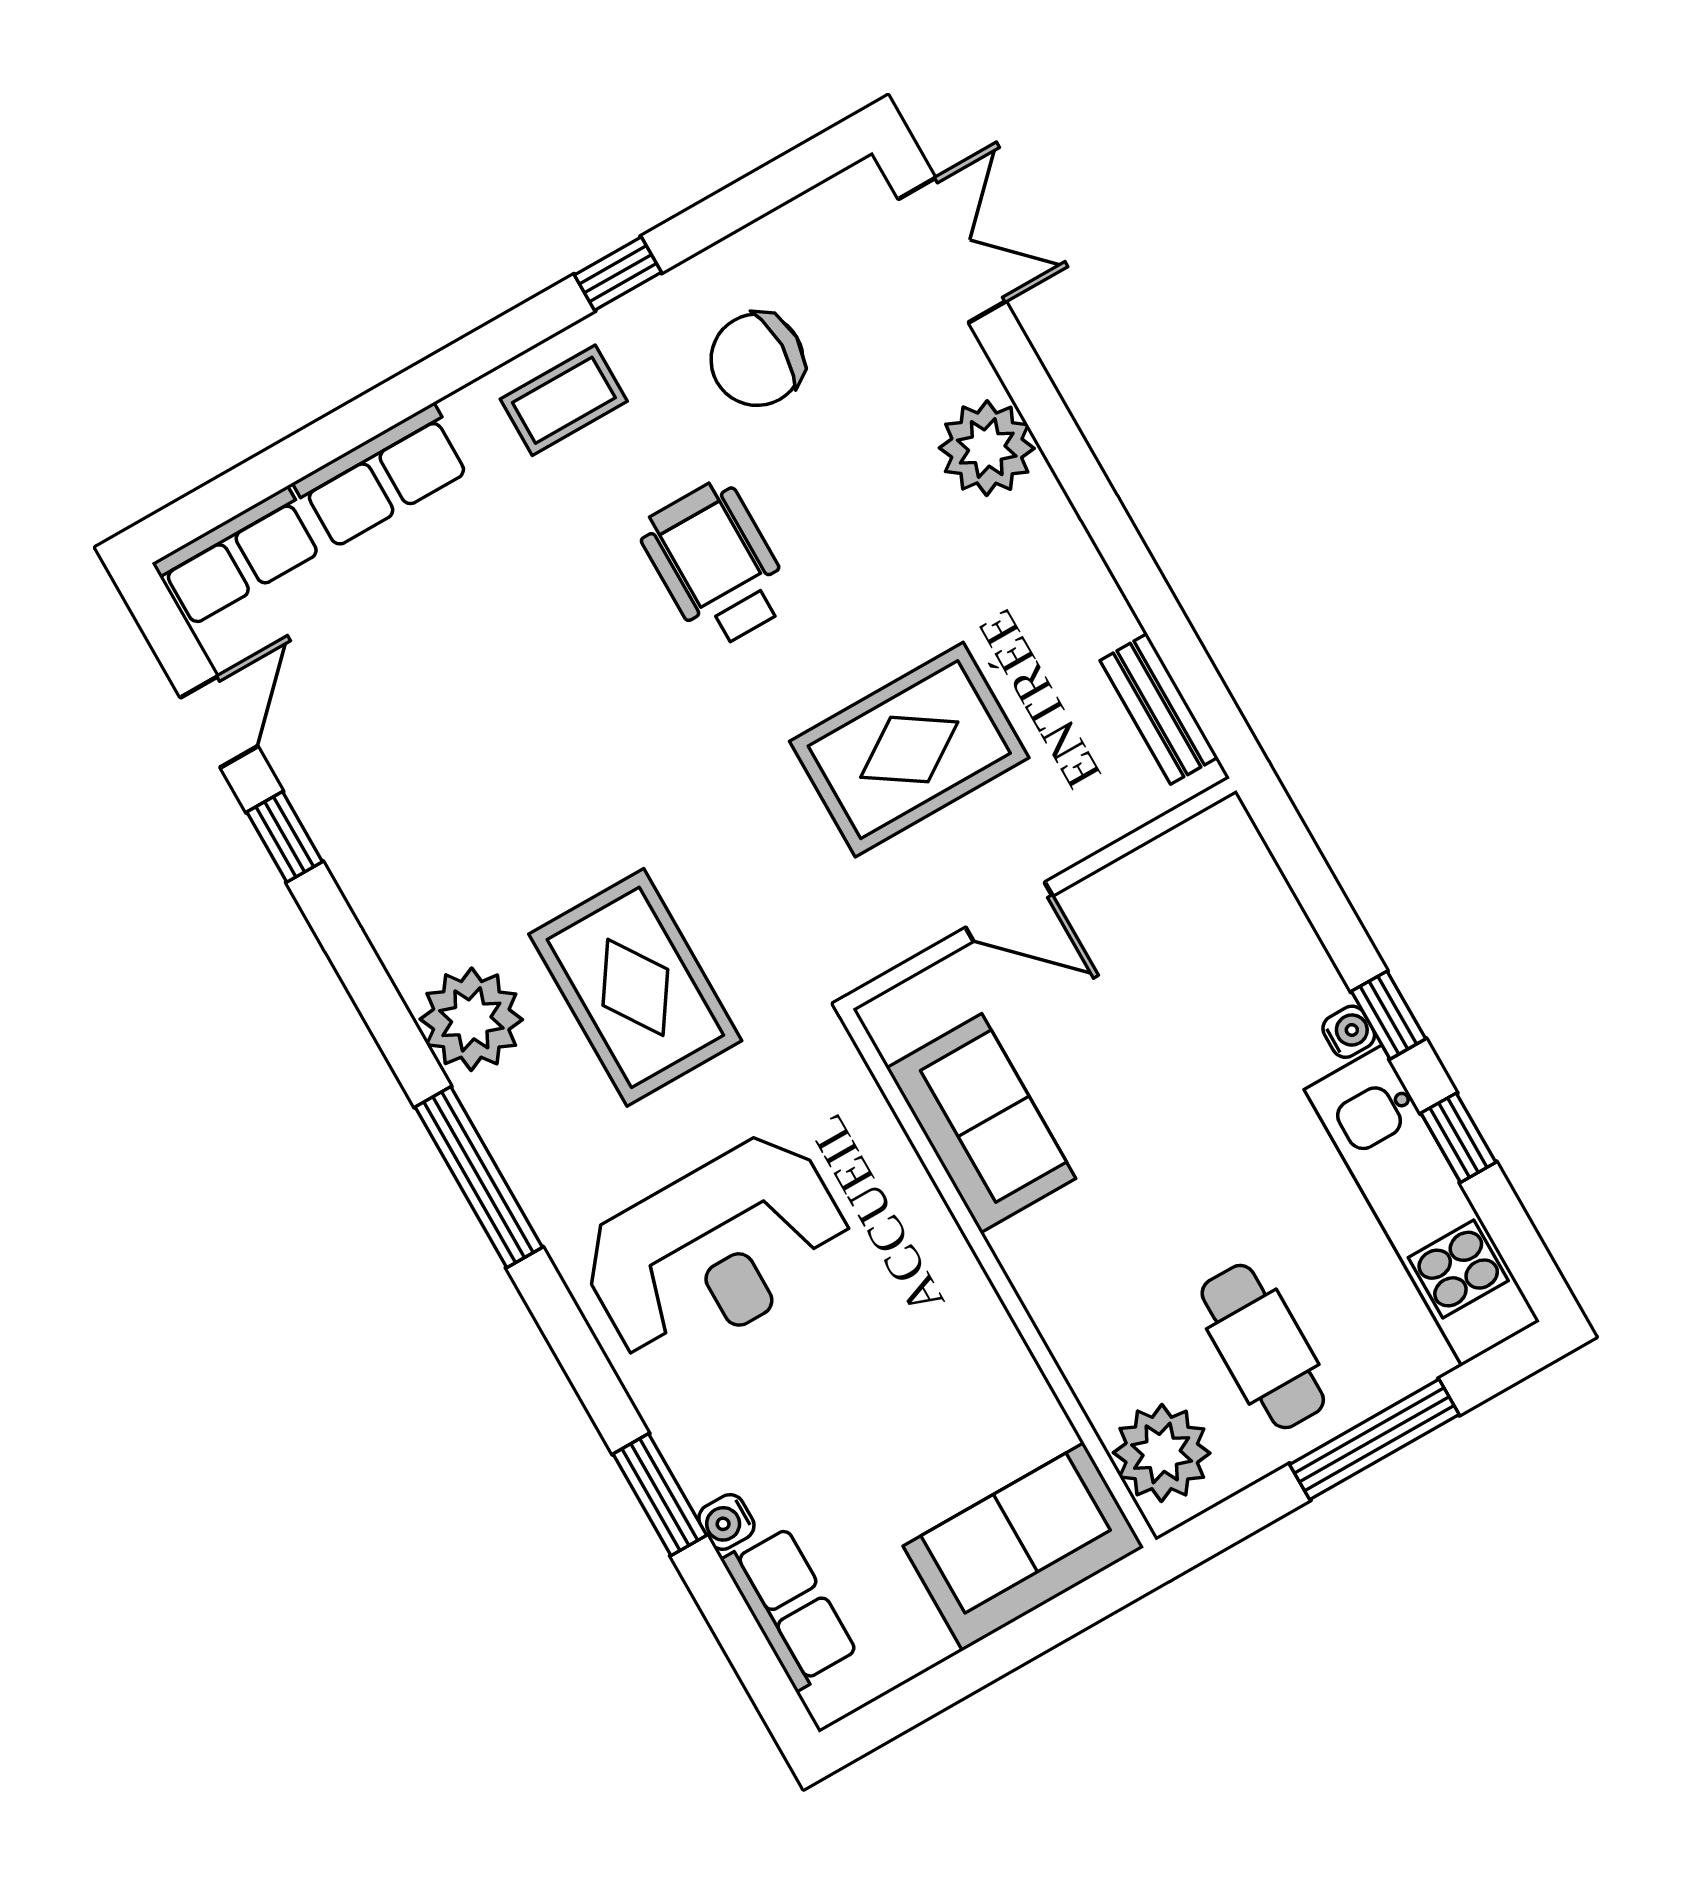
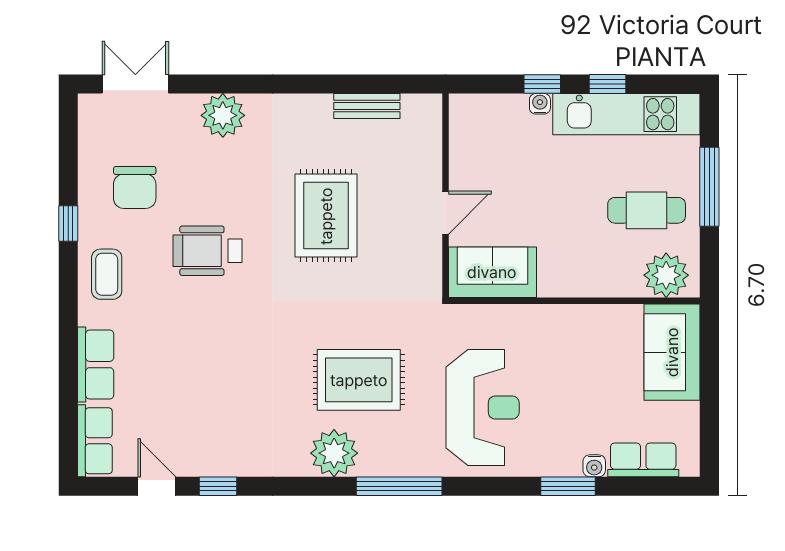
wall: (1041, 893) -> (445, 196), moved
door: (1009, 912) -> (445, 213), moved

